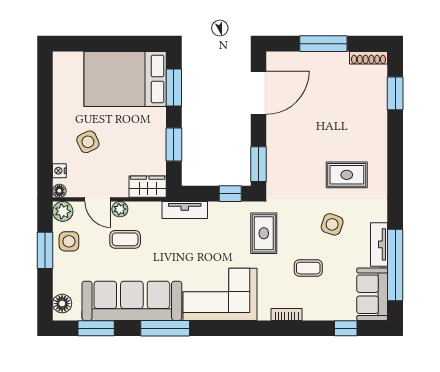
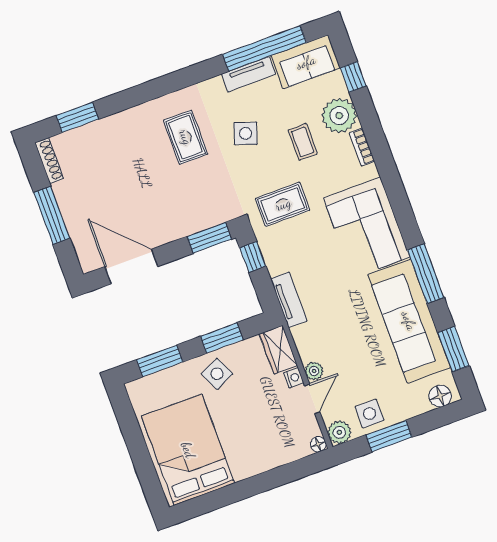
bed: (125, 79) -> (188, 450), moved, turned 180
side table: (88, 142) -> (217, 374), moved
nightstand: (59, 171) -> (294, 378), moved, turned -90
coffee table: (125, 239) -> (345, 353), removed
plant: (319, 305) -> (339, 116), added

